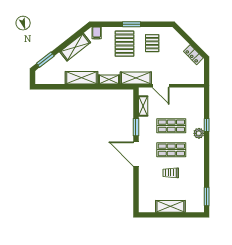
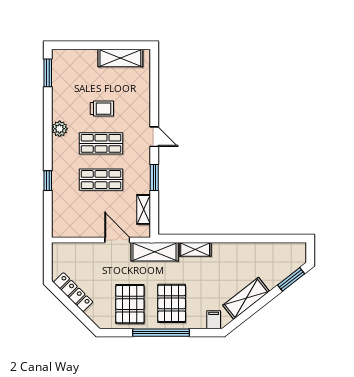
window: (132, 24) -> (161, 333), width x2.11
pallet: (152, 43) -> (130, 304), width x1.50, depth x1.42
locker: (193, 55) -> (73, 292), width x1.53
shelving: (82, 78) -> (236, 252), removed
plant: (199, 133) -> (60, 129), moved
door: (136, 154) -> (154, 137), width x0.53
shelving: (170, 206) -> (120, 58), moved

